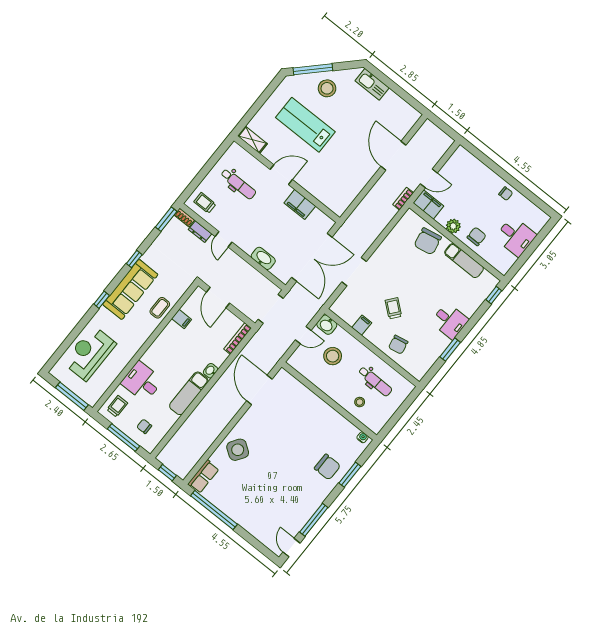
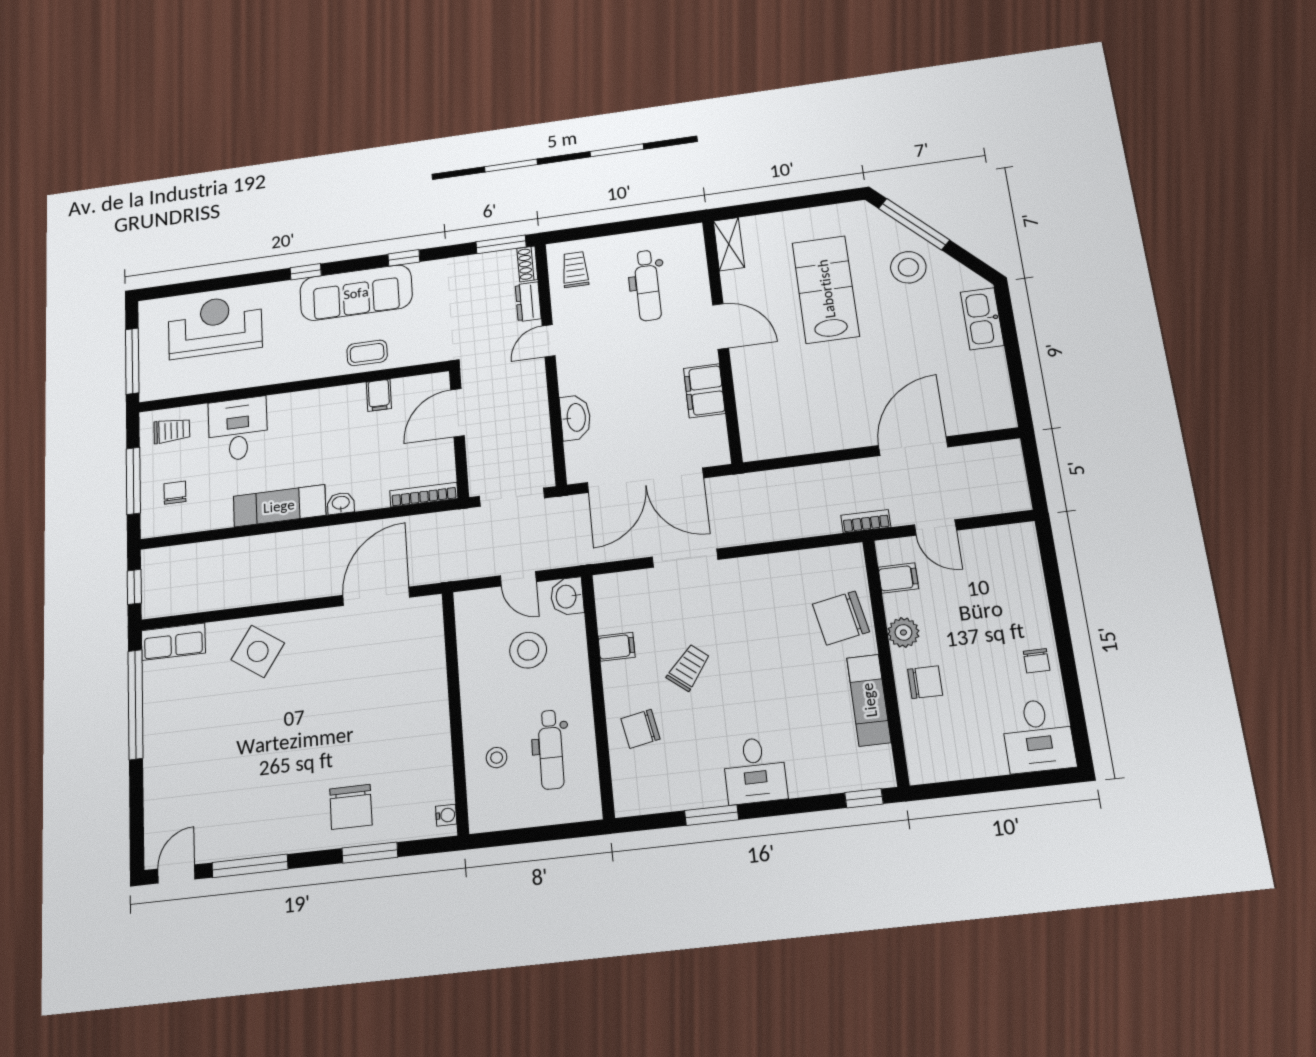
filing cabinet: (428, 204) -> (898, 578), width x0.50
desk: (516, 236) -> (1038, 736), moved

